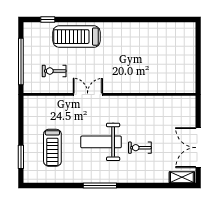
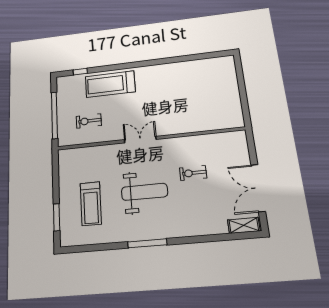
double door: (88, 94) -> (140, 140), moved
weight bench: (101, 142) -> (144, 192), turned 180
exercise bike: (140, 148) -> (193, 173), moved

